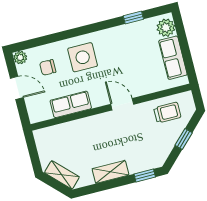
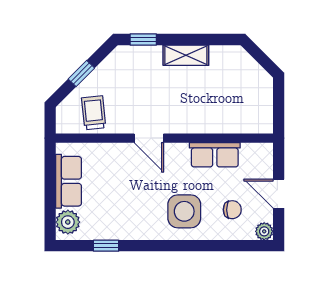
trolley: (167, 113) -> (94, 113), turned 84
shelving: (62, 175) -> (249, 67), removed

